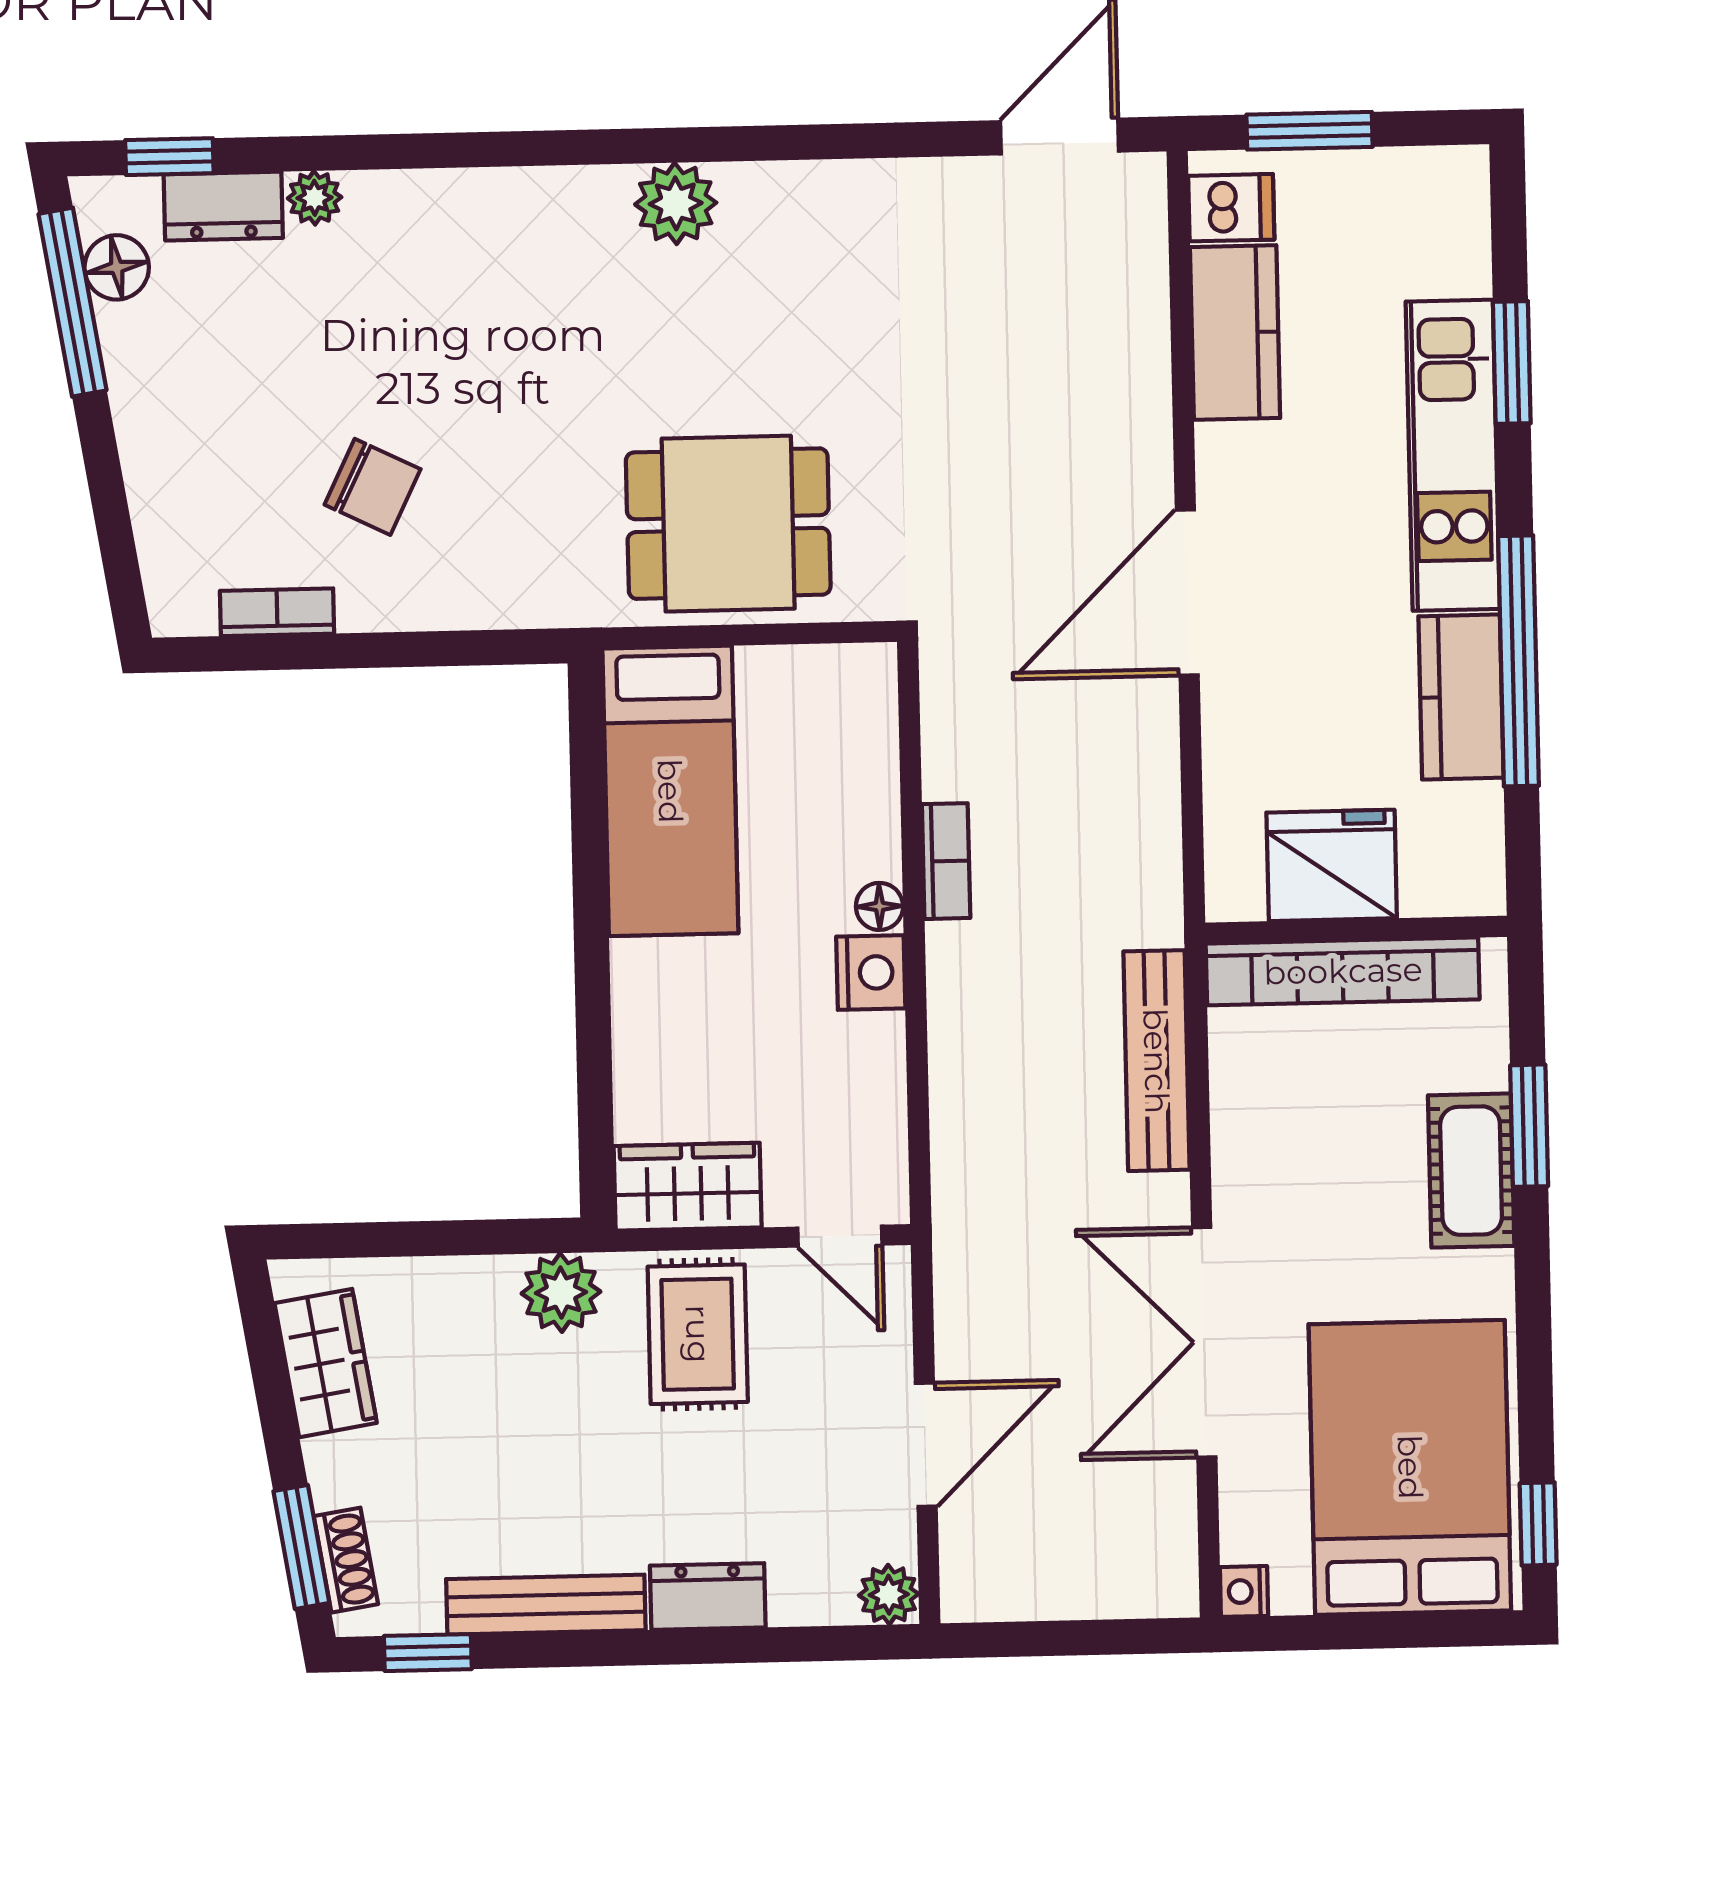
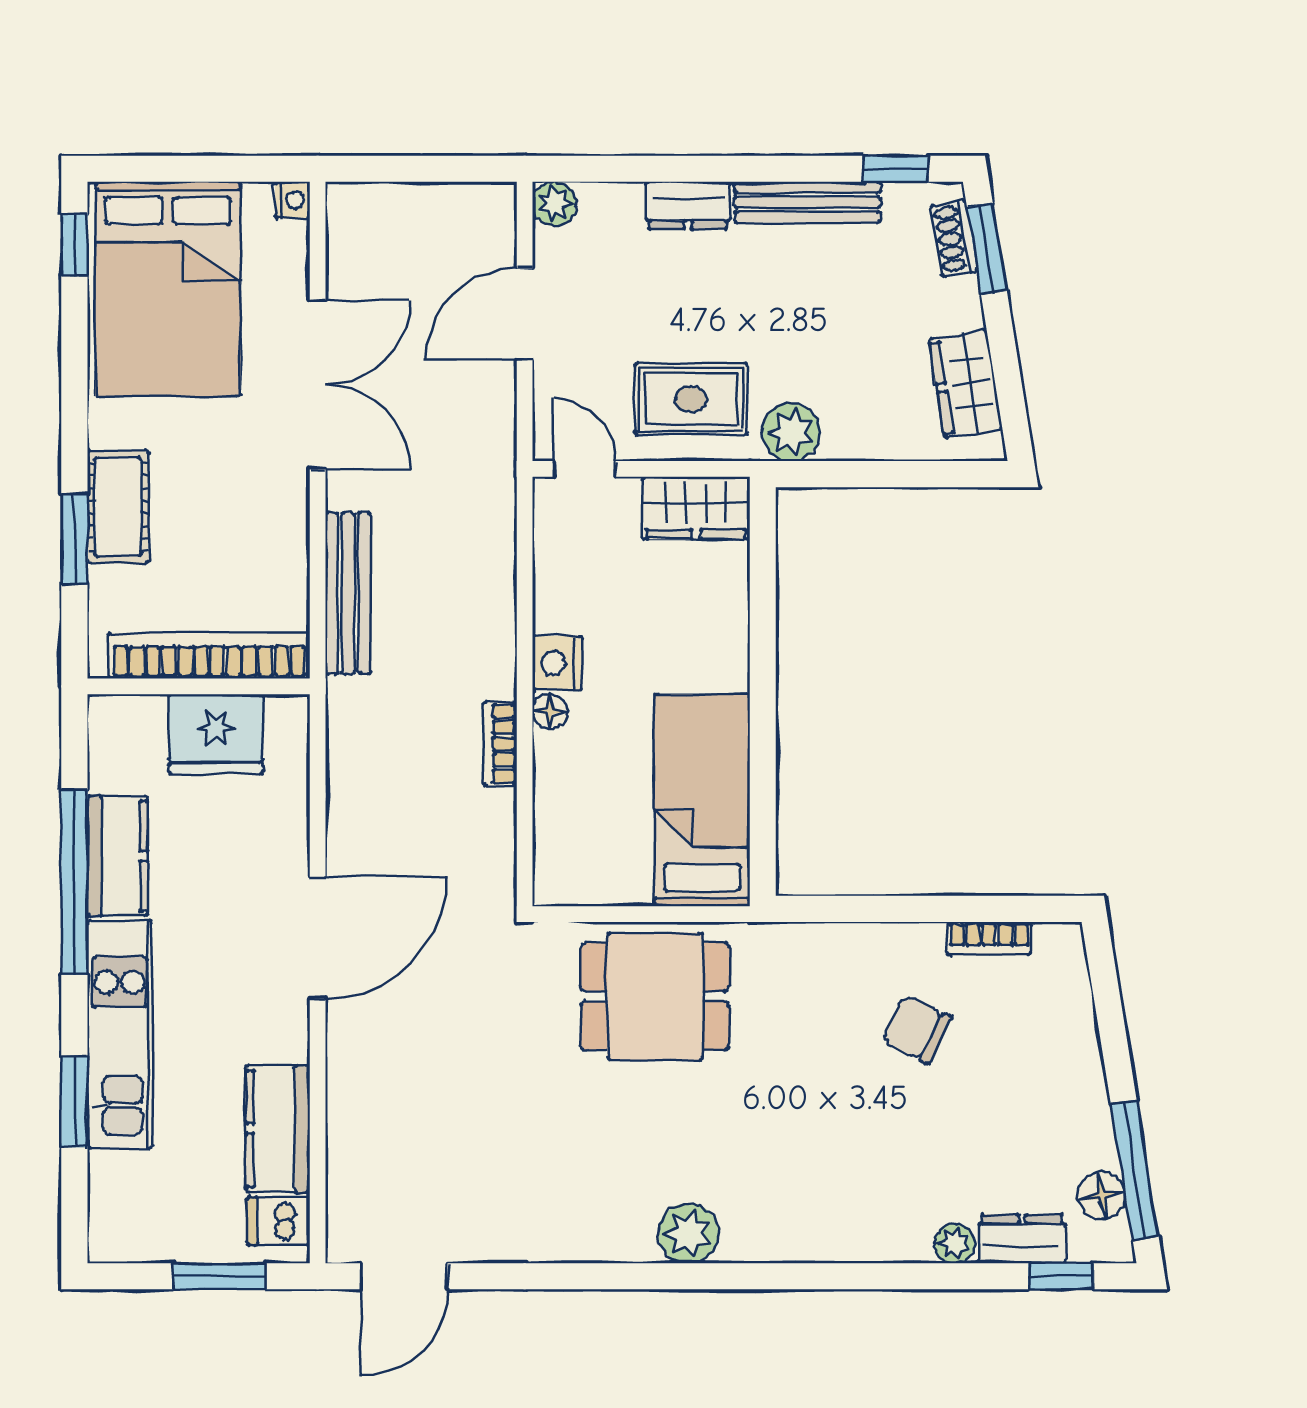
rug: (698, 1334) -> (691, 399), turned 90

